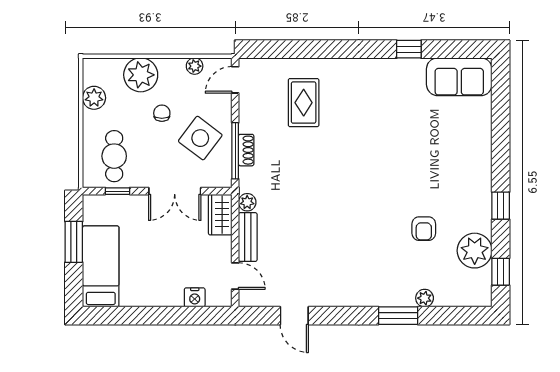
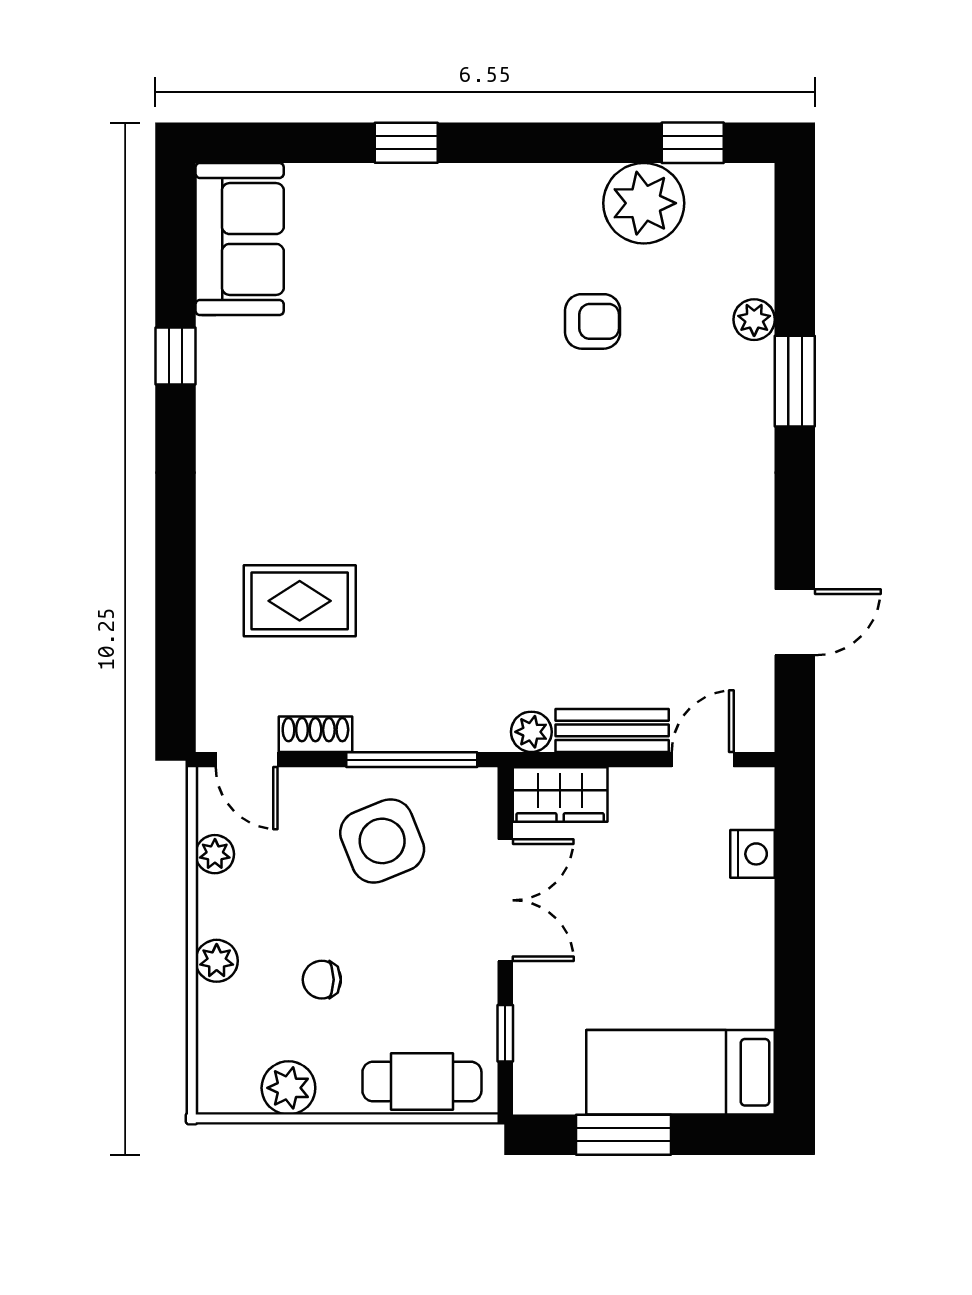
plant: (141, 75) -> (217, 961), width x0.53, depth x0.53
chair: (162, 113) -> (322, 980), moved
side table: (200, 138) -> (382, 841), turned 31
shoe rack: (246, 150) -> (315, 734), moved
cafe table: (114, 156) -> (422, 1082), moved
window: (501, 206) -> (406, 143), moved

